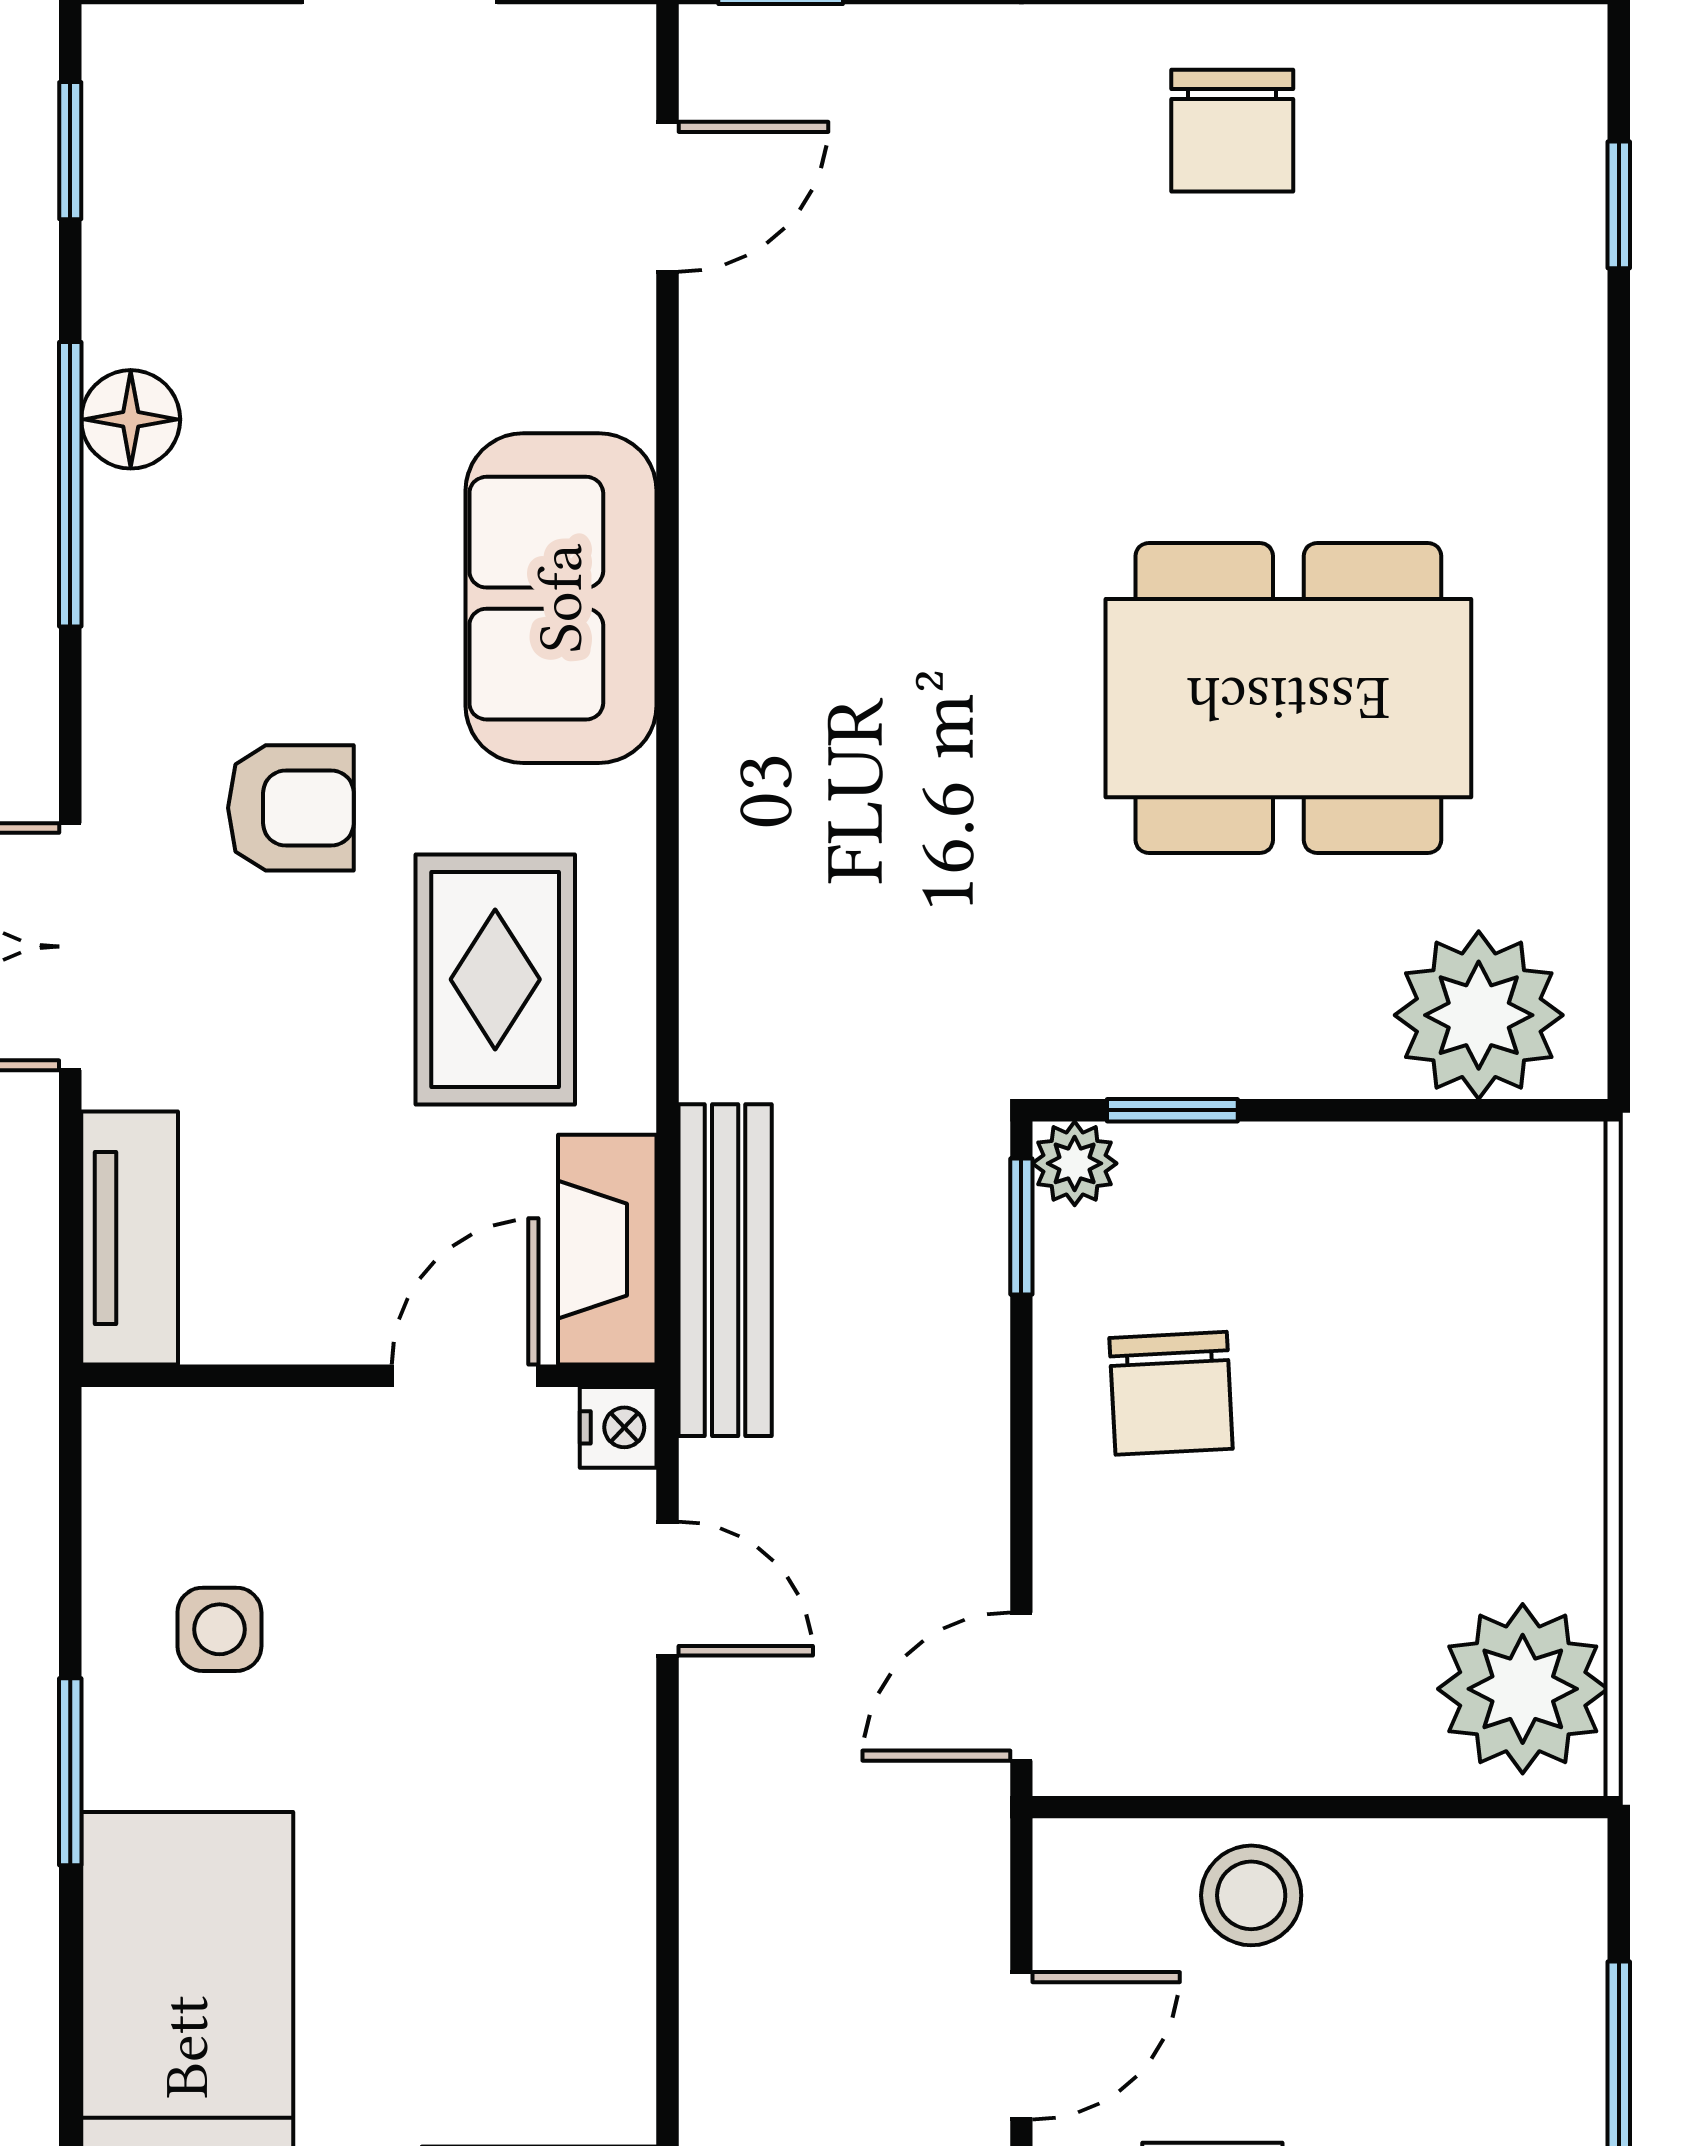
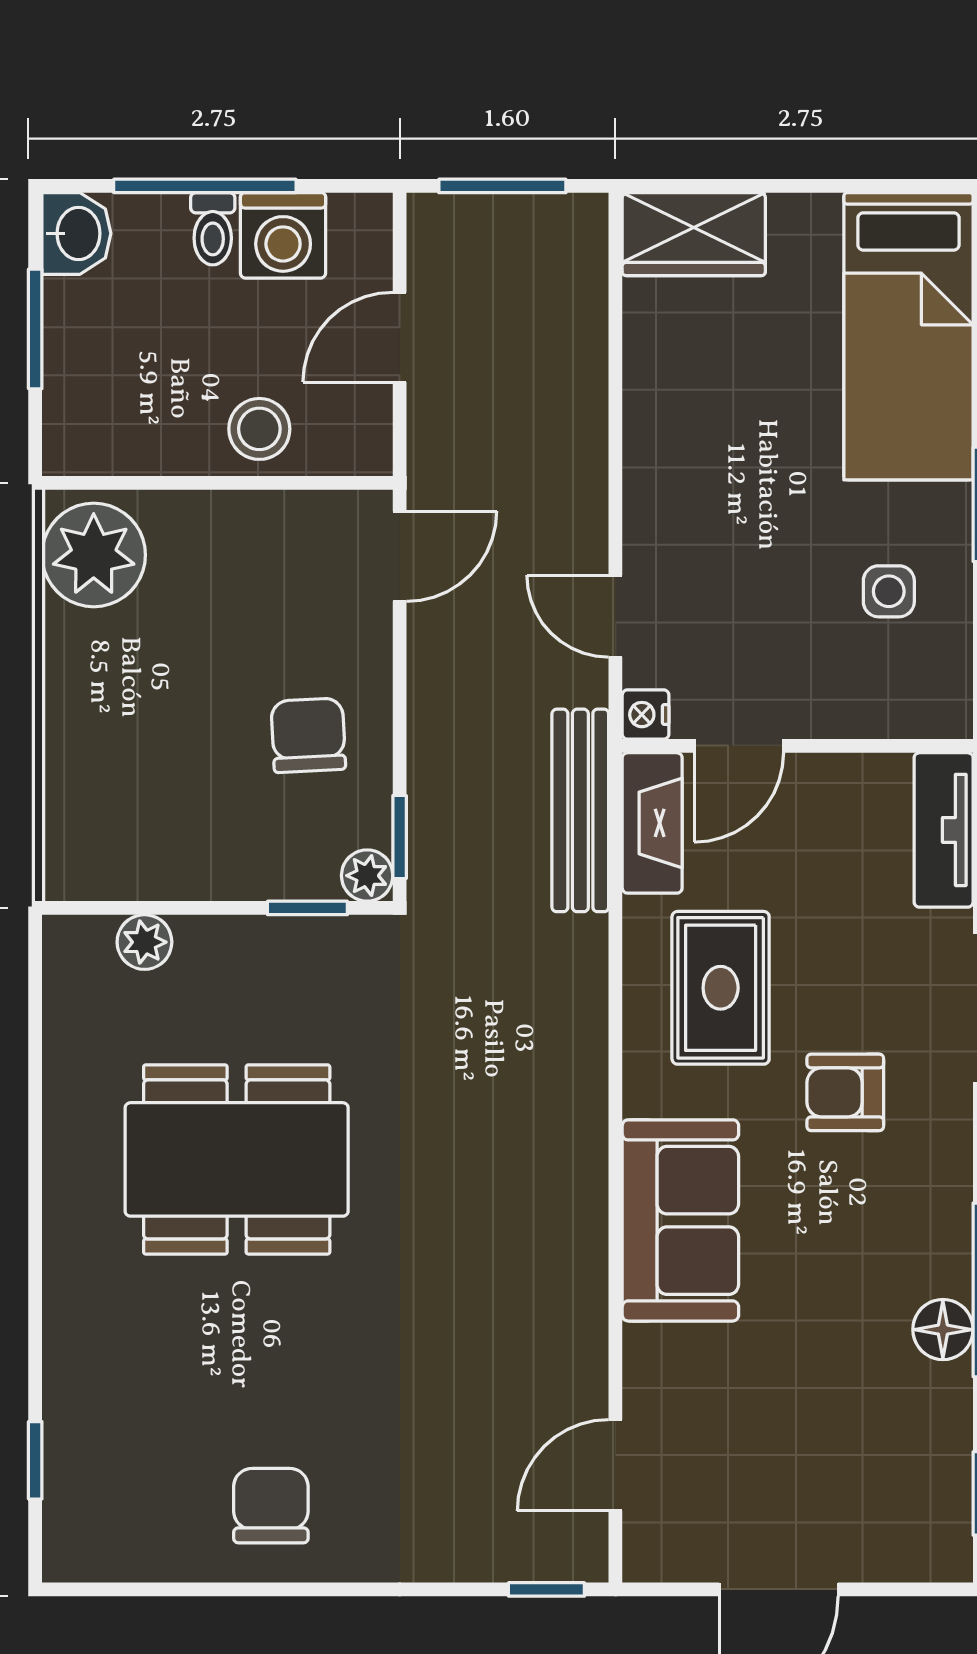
plant: (1479, 1015) -> (144, 942), width x0.53, depth x0.53

